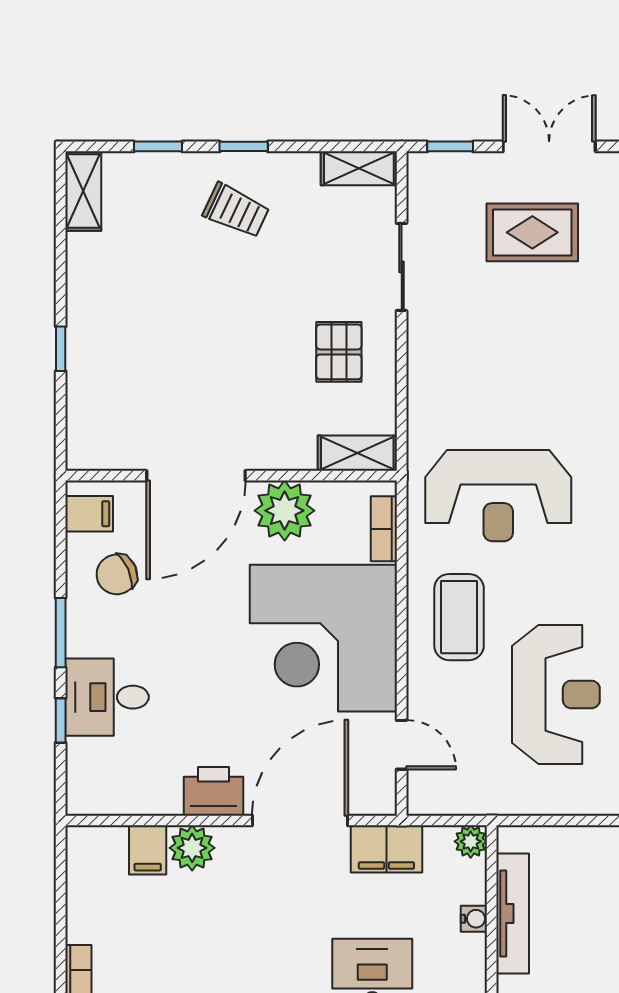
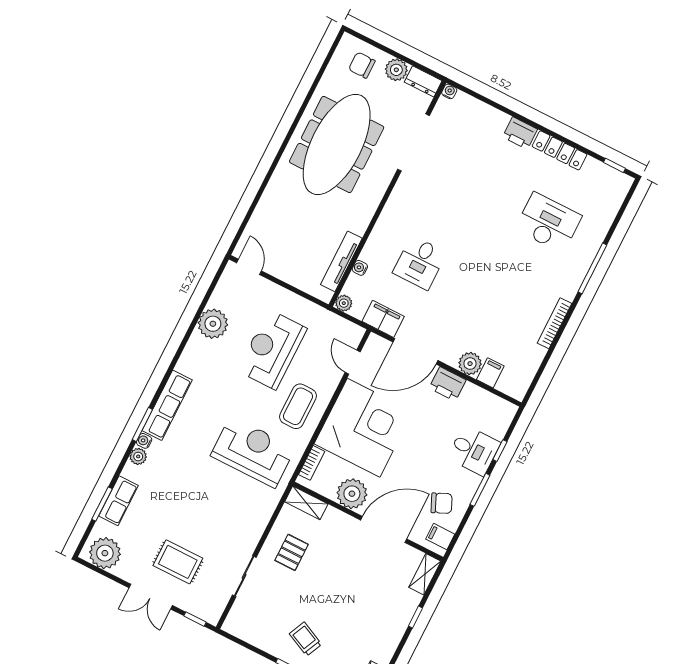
shelving: (359, 168) -> (425, 574), moved, turned 90

